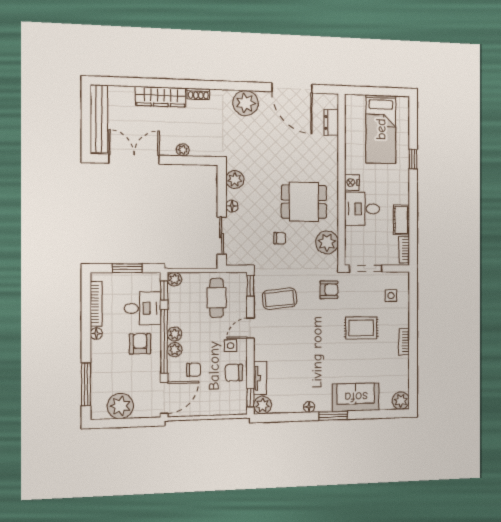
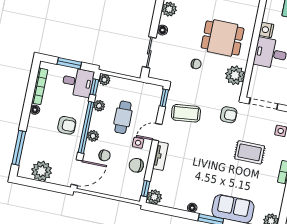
cafe table: (217, 298) -> (123, 117), moved
desk: (143, 308) -> (78, 82), moved
plant: (175, 334) -> (99, 106), moved
armchair: (140, 344) -> (67, 125), turned 90
tv unit: (260, 378) -> (160, 156), moved

